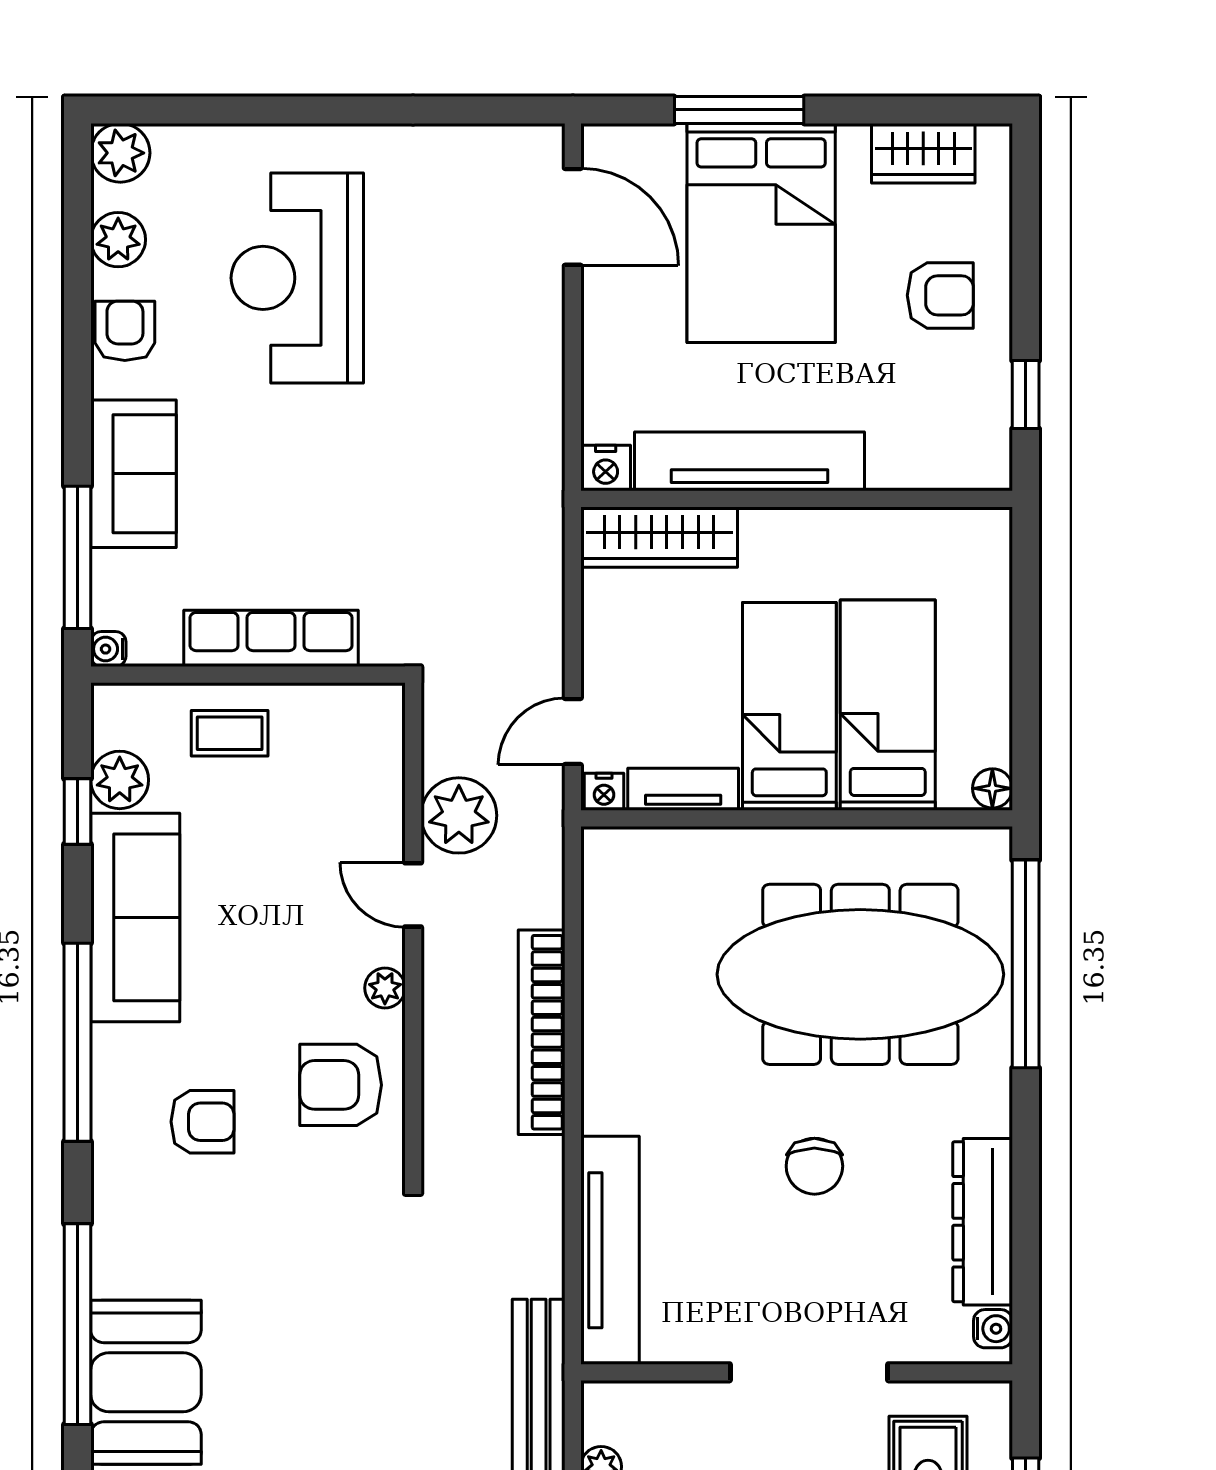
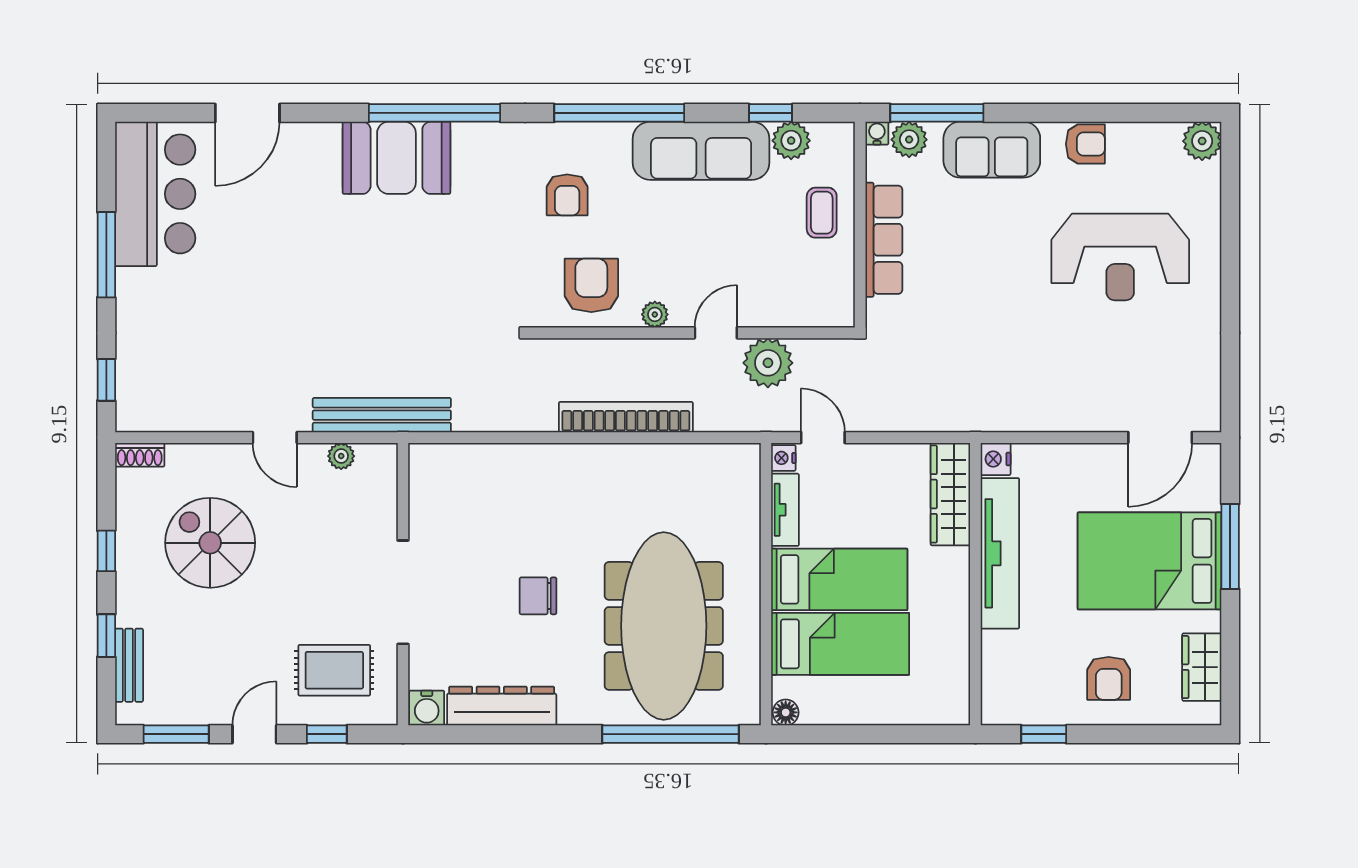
plant: (118, 240) -> (909, 140), moved
reception desk: (297, 278) -> (1120, 257), turned 180
tv unit: (610, 1250) -> (483, 462), removed
water cooler: (993, 1329) -> (427, 708), width x1.38, depth x1.38

